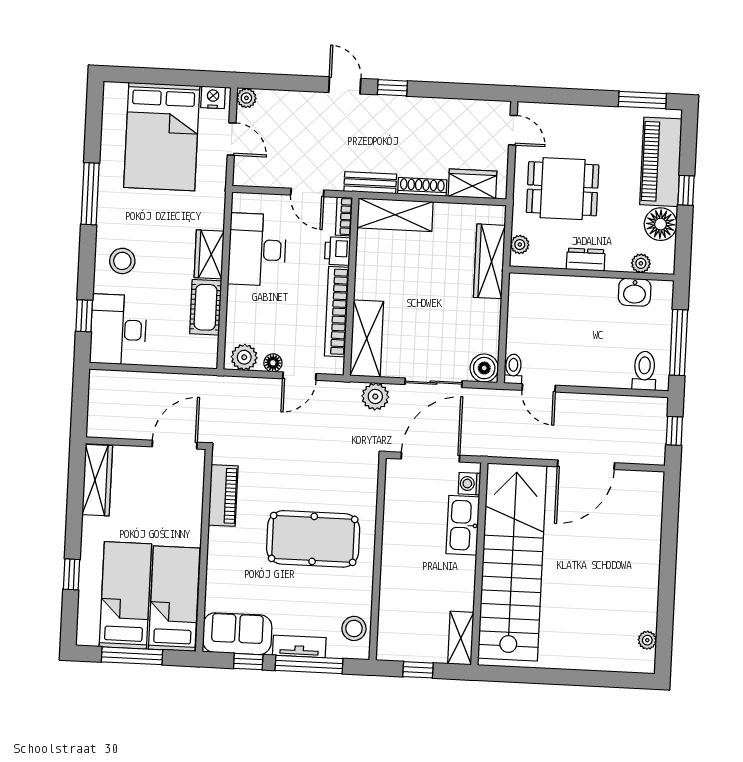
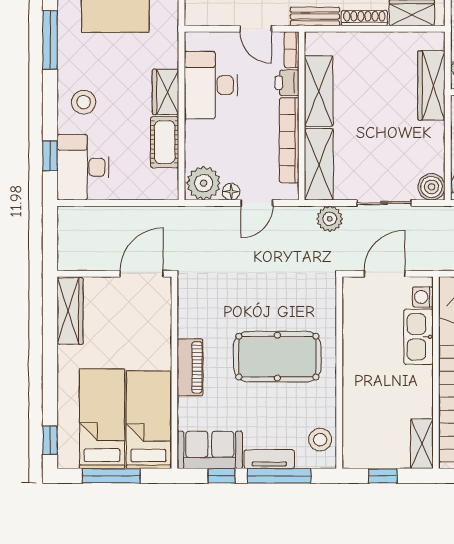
shelving: (395, 215) -> (319, 91), moved, turned 90
plant: (244, 357) -> (204, 183), width x1.36, depth x1.36
door: (430, 457) -> (385, 274), width x0.73
piano: (223, 495) -> (190, 367), moved
window: (72, 574) -> (50, 440), moved

